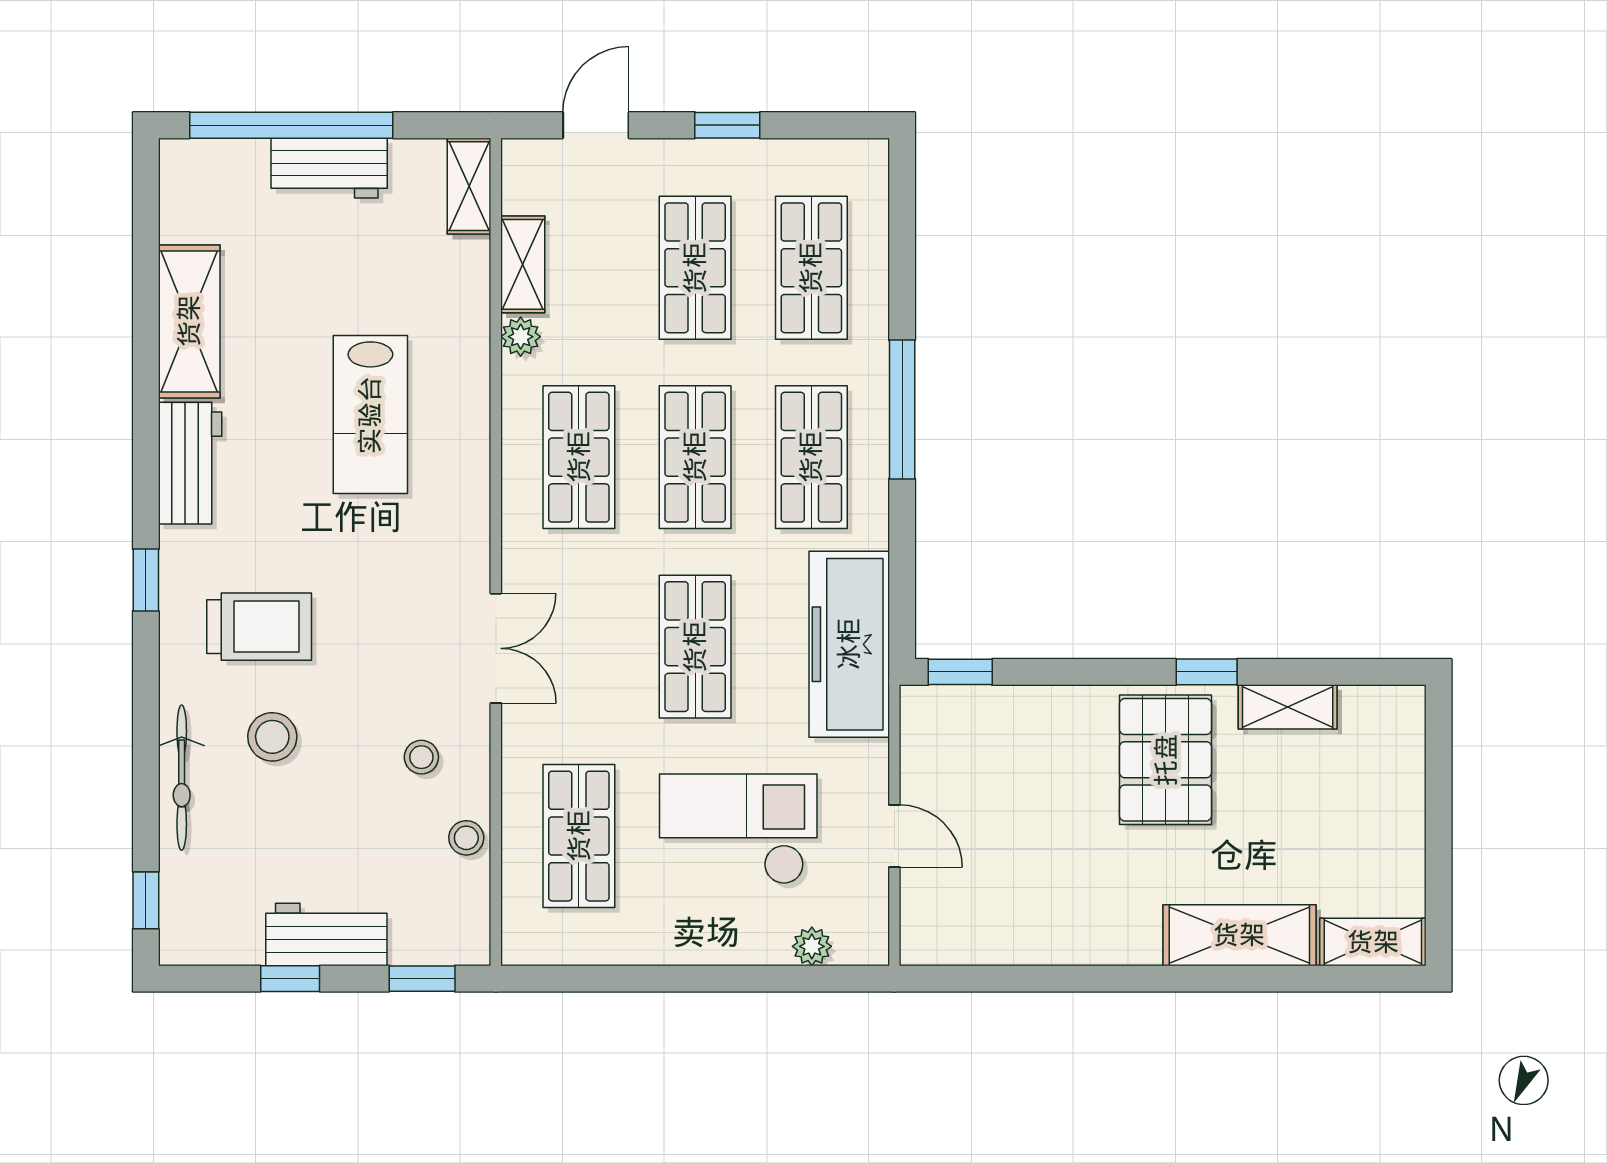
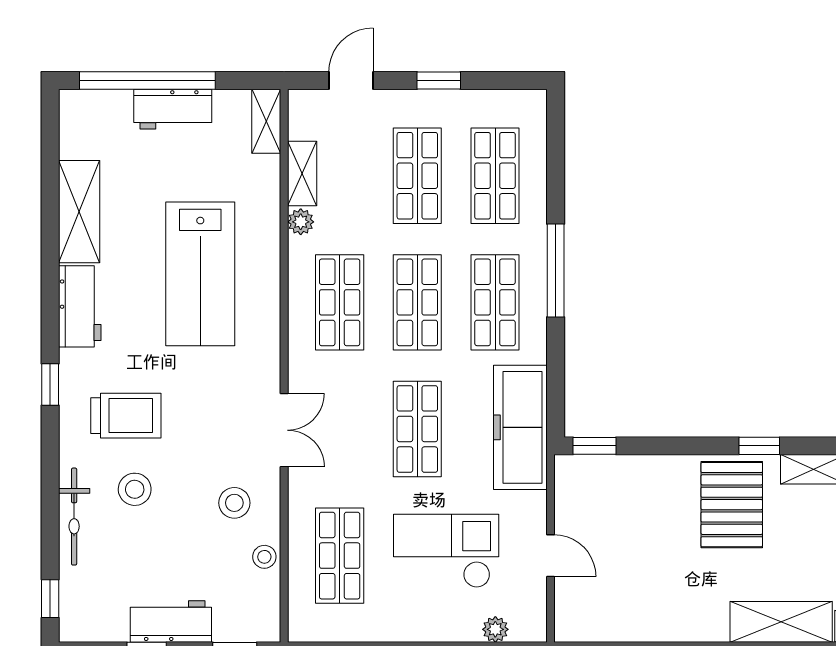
lab bench: (370, 415) -> (200, 274), width x1.36, depth x1.39
stool: (421, 757) -> (234, 503), width x1.37, depth x1.37

